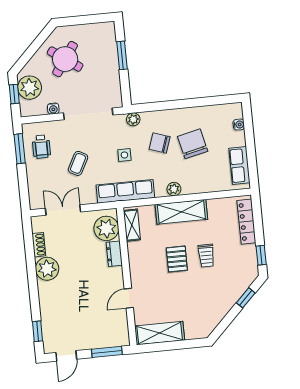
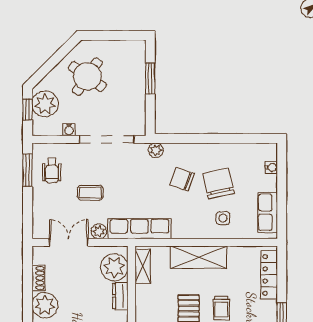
side table: (124, 155) -> (223, 218), moved
coffee table: (78, 163) -> (90, 193), turned 62
plant: (174, 189) -> (99, 231), moved

